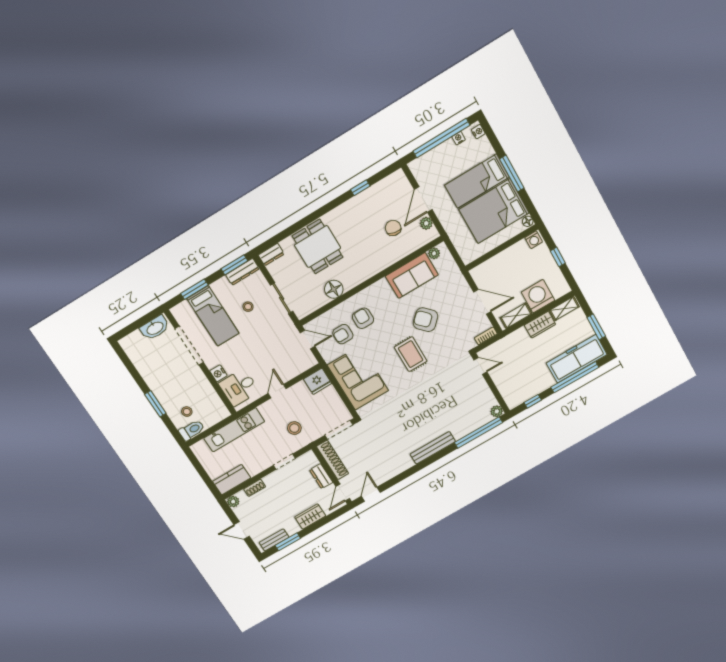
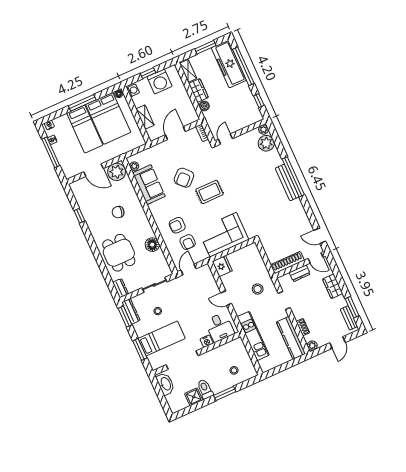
window: (442, 138) -> (51, 152), width x0.68
plant: (426, 223) -> (117, 172), width x1.88, depth x1.88
chair: (393, 228) -> (118, 212), moved
dining table: (318, 247) -> (119, 253), turned 90
washing machine: (538, 296) -> (160, 82), moved, turned -90
shelving: (516, 316) -> (145, 117), moved
boiler: (521, 334) -> (204, 106), added
shower: (144, 366) -> (194, 397), added
plant: (480, 417) -> (266, 143), added
toilet: (192, 430) -> (205, 389), moved
doorway: (339, 430) -> (263, 255), removed
window: (478, 432) -> (293, 177), moved
kitchen counter: (232, 480) -> (291, 338), width x1.50

